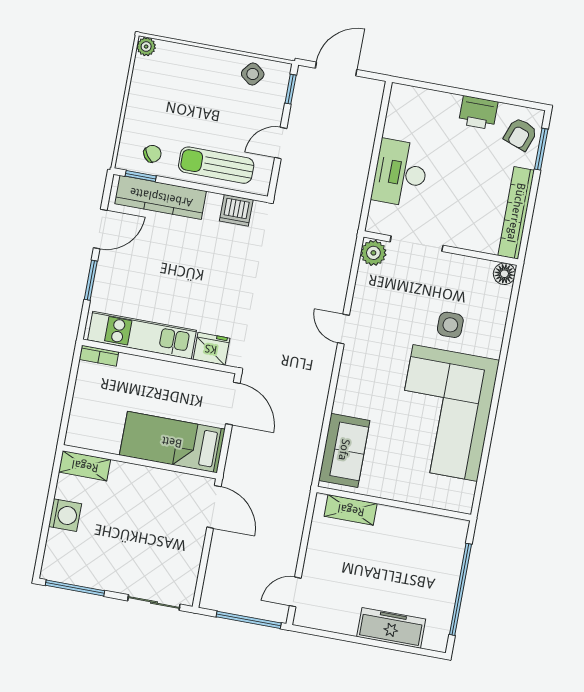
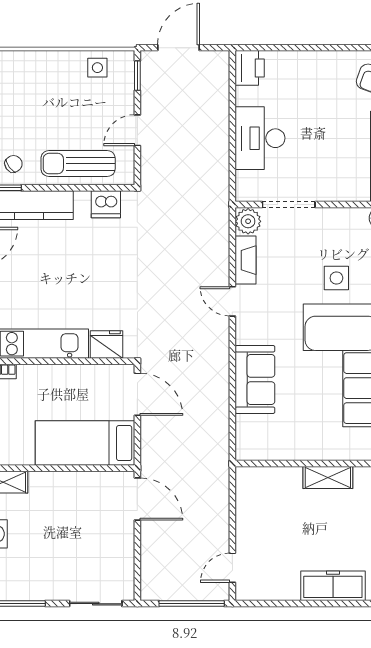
side table: (253, 74) -> (97, 68), turned -38
printer: (478, 113) -> (250, 68), moved, turned -90
fireplace: (364, 291) -> (246, 260), added
sofa: (344, 450) -> (255, 379), moved
shelving: (351, 510) -> (328, 477), moved

